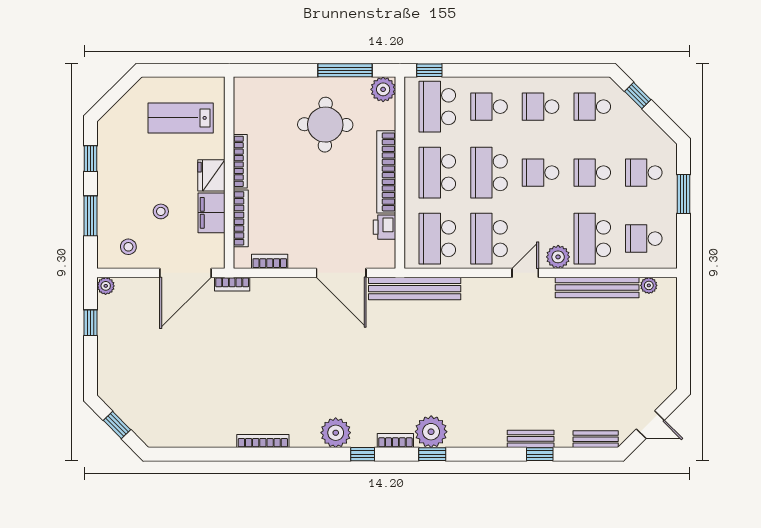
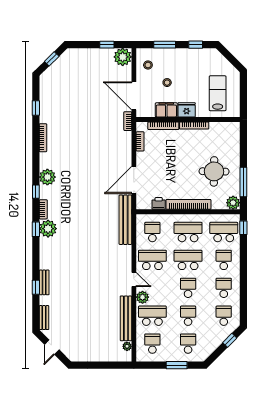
school desk: (437, 239) -> (152, 232), width x0.54
plant: (106, 286) -> (123, 57), width x1.87, depth x1.87
window: (208, 454) -> (36, 108), added

